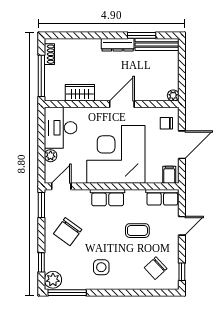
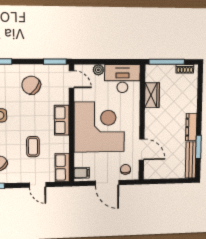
plant: (173, 95) -> (149, 174), removed
door: (122, 104) -> (142, 149), moved

